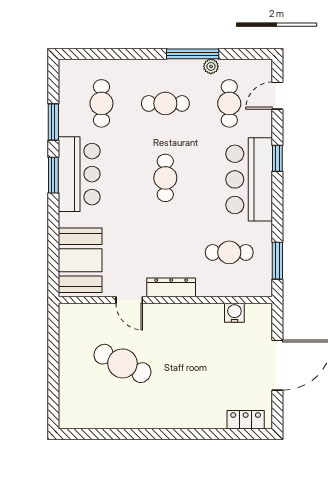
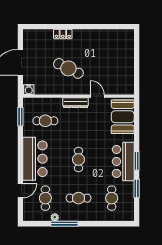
door: (277, 96) -> (20, 191), moved
window: (277, 158) -> (20, 170), removed
water cooler: (234, 313) -> (29, 90), moved
cafe table: (122, 363) -> (68, 68), moved
locker: (246, 420) -> (63, 34), moved

